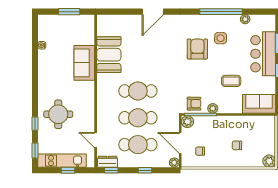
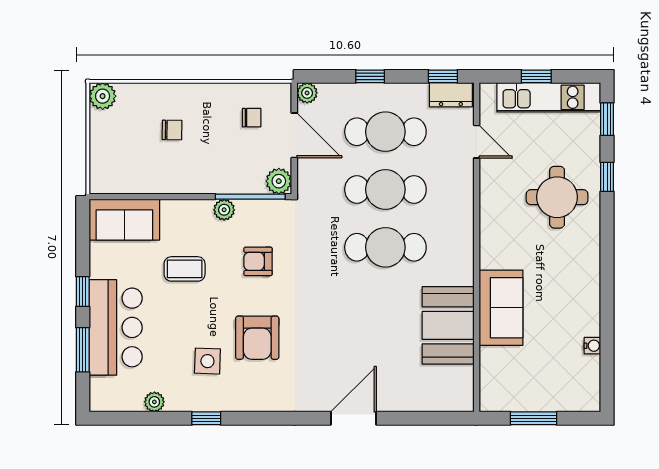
window: (221, 12) -> (206, 418), width x0.32
armchair: (194, 104) -> (258, 261), moved

